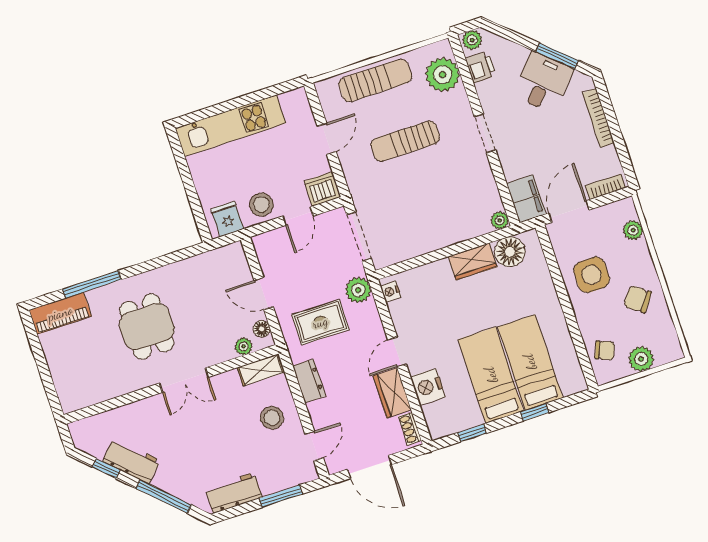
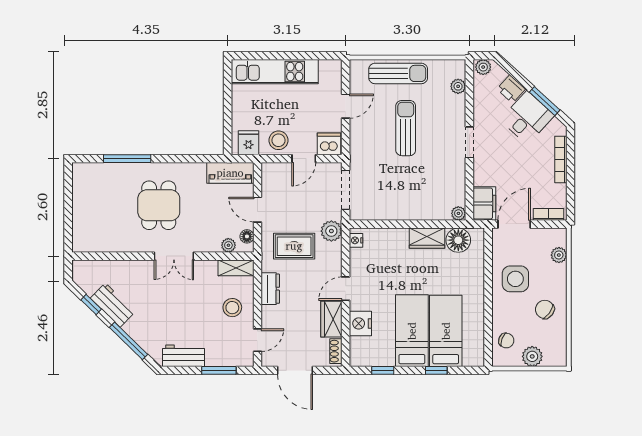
printer: (481, 67) -> (511, 89), moved, turned 132
plant: (443, 75) -> (458, 86), width x0.53, depth x0.53
sun lounger: (405, 141) -> (406, 128), turned 90
piano: (60, 313) -> (230, 173), moved

